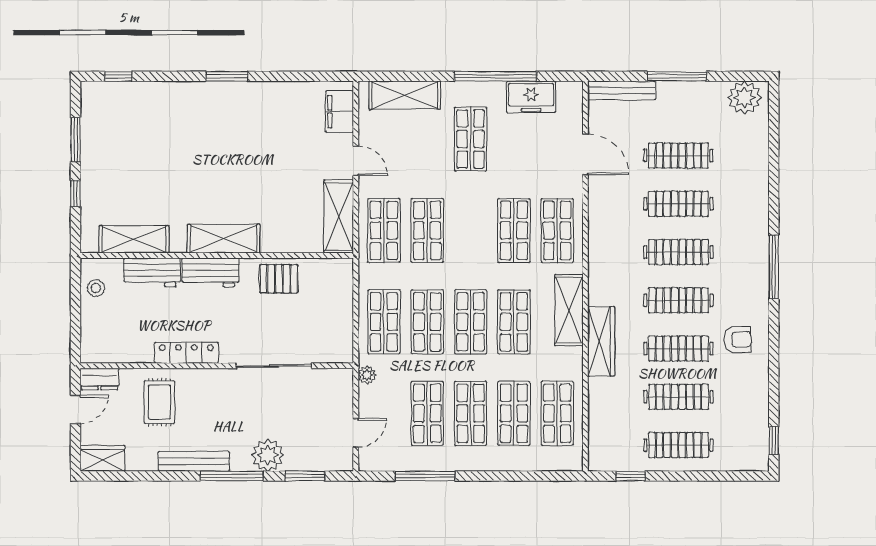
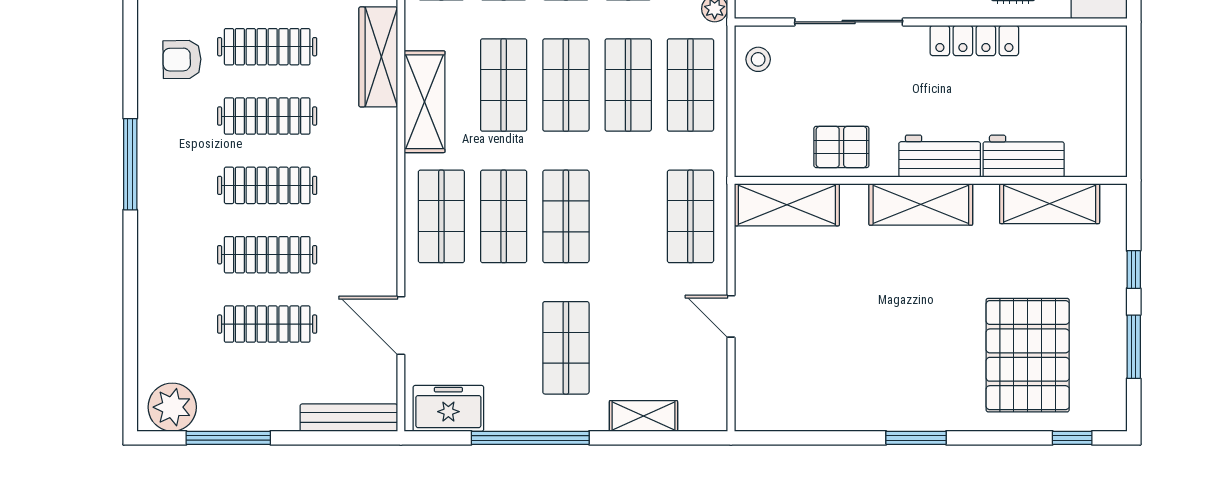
window: (677, 76) -> (228, 438), moved
shelving: (405, 95) -> (643, 416), width x0.67, depth x0.75
freezer: (531, 97) -> (448, 408), moved
filing cabinet: (340, 112) -> (754, 387), removed
pallet: (149, 134) -> (1028, 355), added
shelving: (339, 217) -> (787, 205), moved, turned 90
shop shelf: (427, 230) -> (566, 216), moved
stool: (96, 288) -> (758, 59), moved

